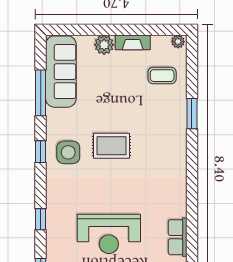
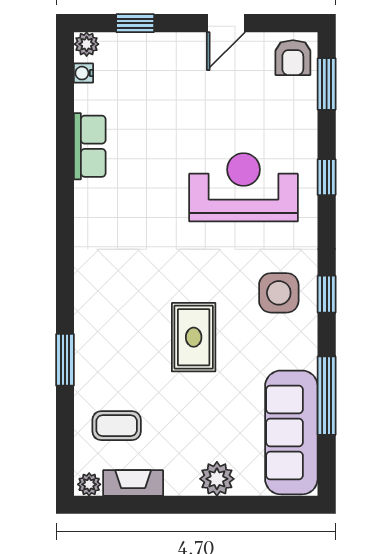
fireplace: (133, 42) -> (133, 483), moved
rug: (112, 146) -> (194, 337), moved, turned 90
reception desk: (109, 234) -> (244, 187), moved

